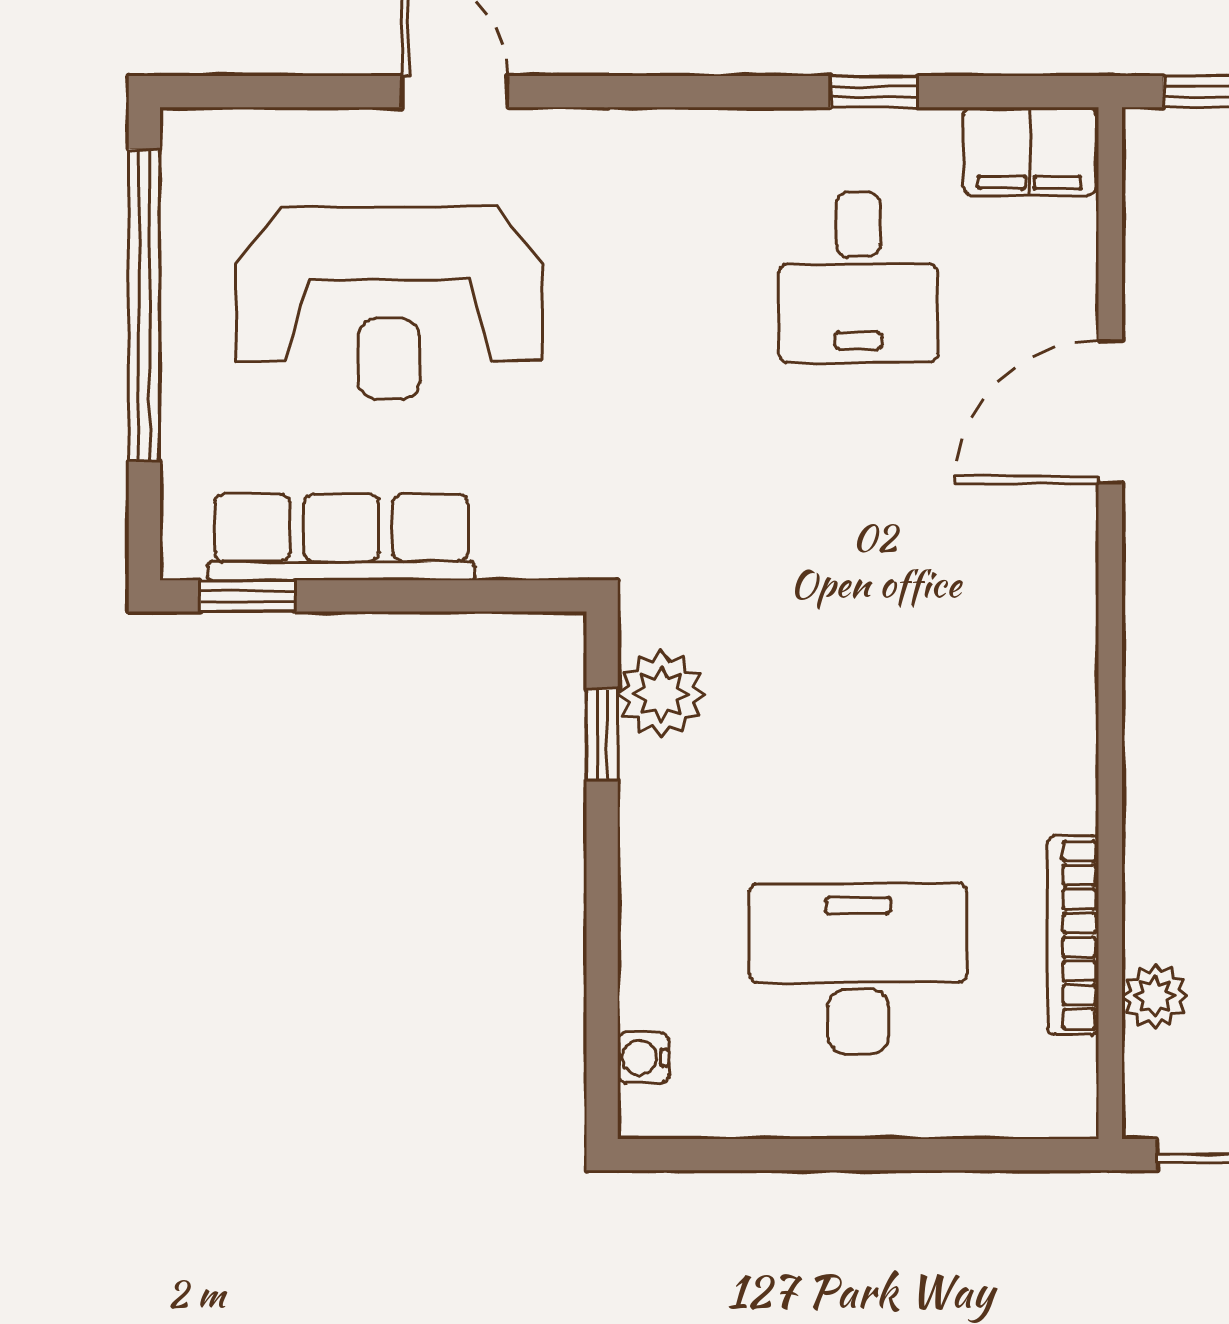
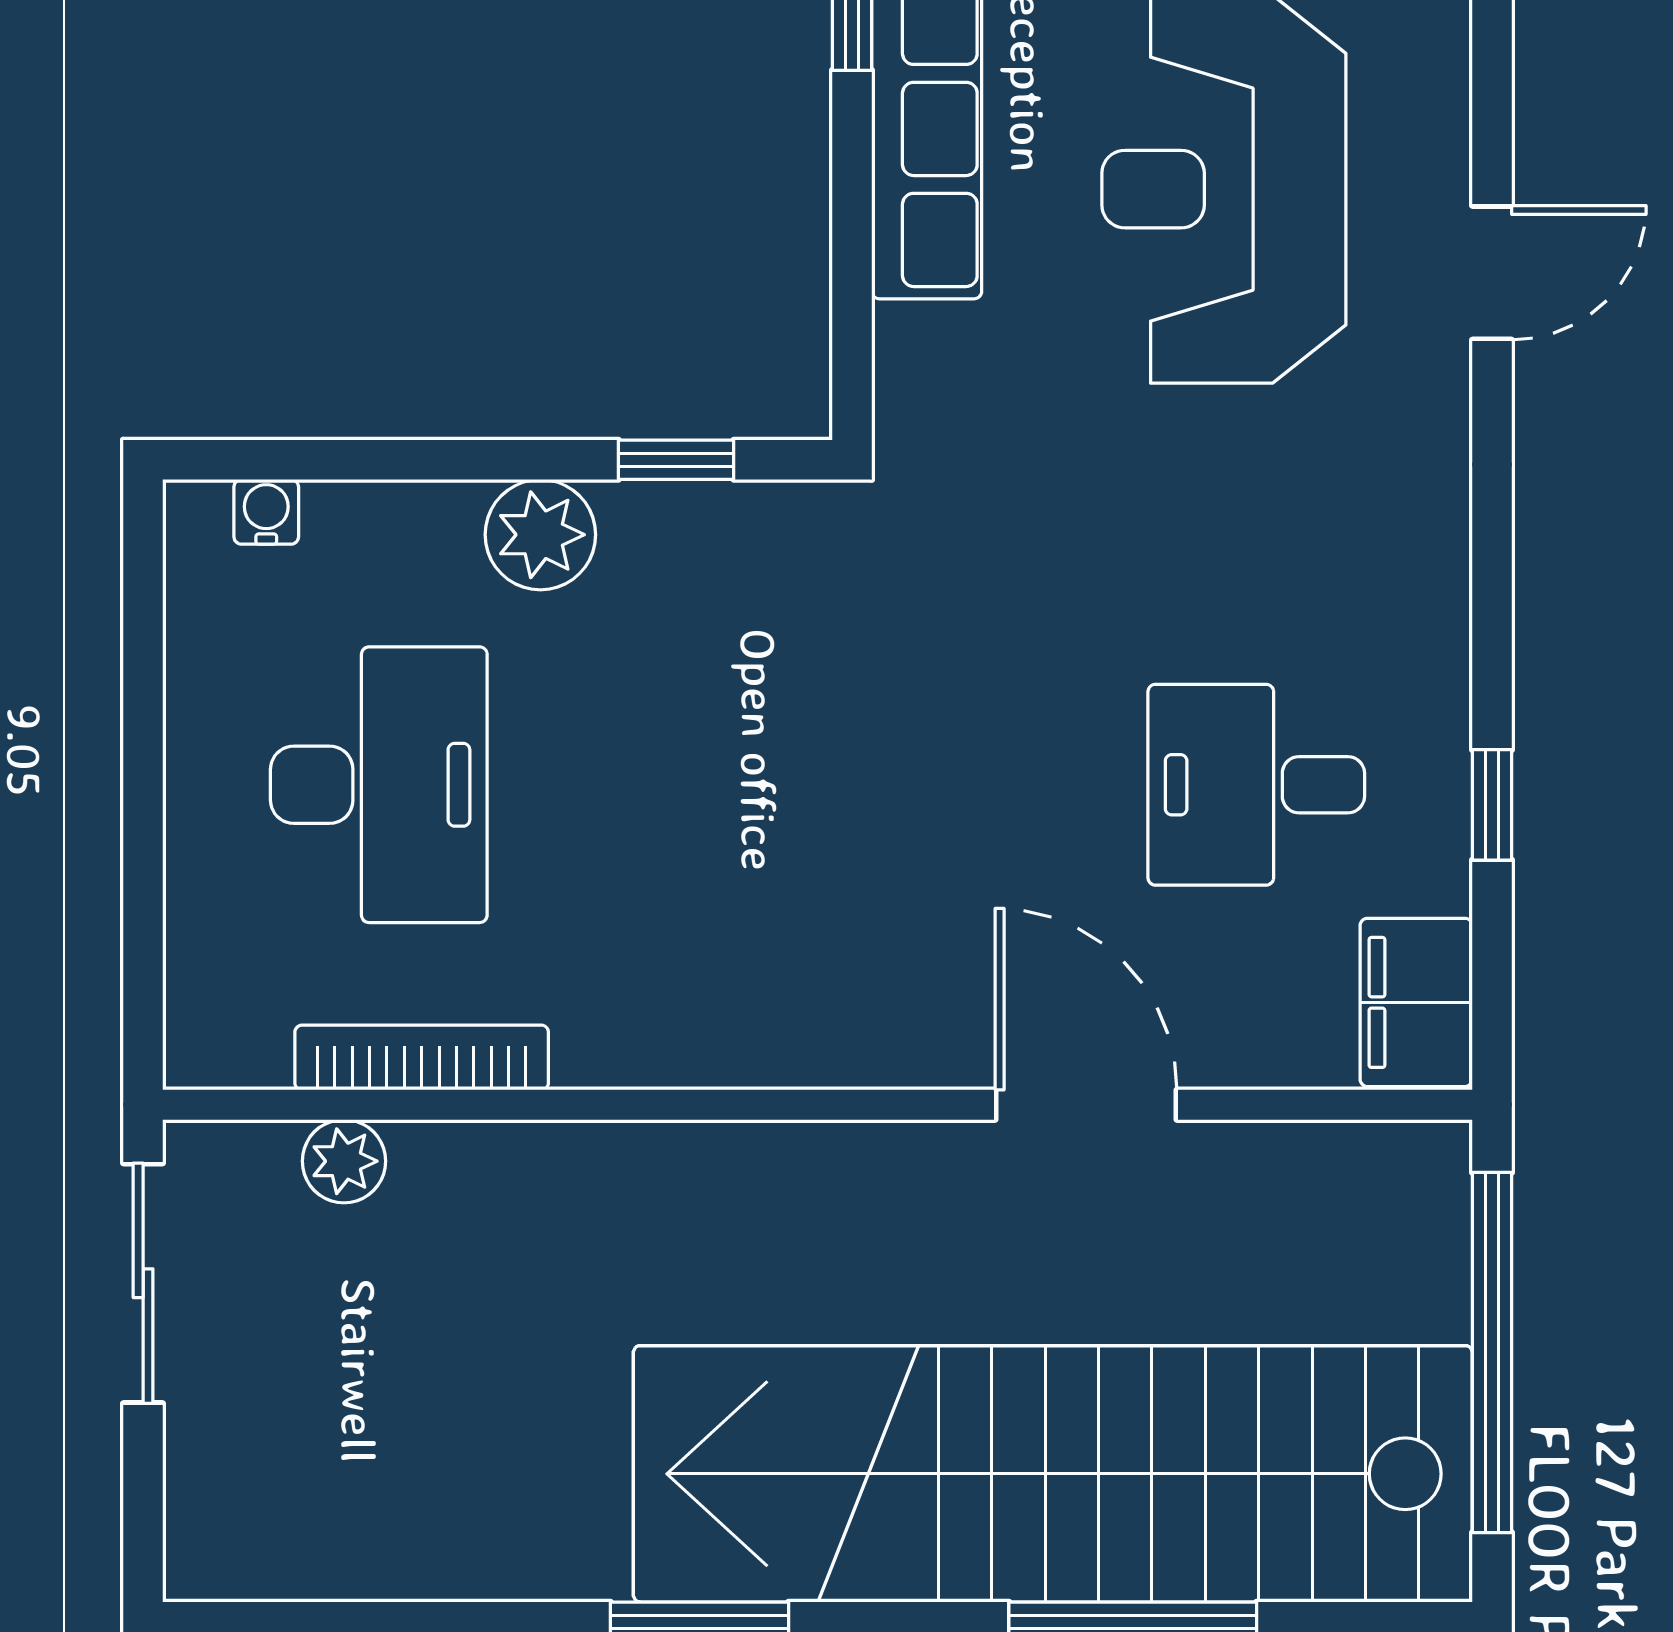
plant: (661, 694) -> (540, 535), moved

